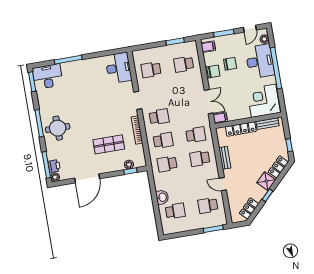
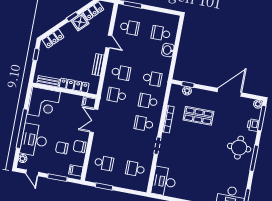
door: (250, 29) -> (32, 173), swing flipped
school desk: (151, 70) -> (135, 169), turned 180
printer: (54, 166) -> (253, 125), moved
shower: (266, 181) -> (80, 22), moved

